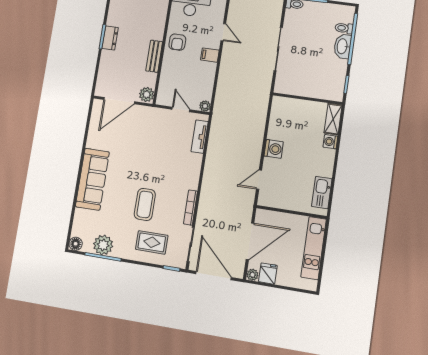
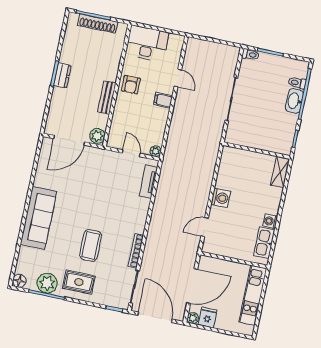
washing machine: (330, 142) -> (270, 221), moved
rug: (152, 242) -> (79, 282), moved

